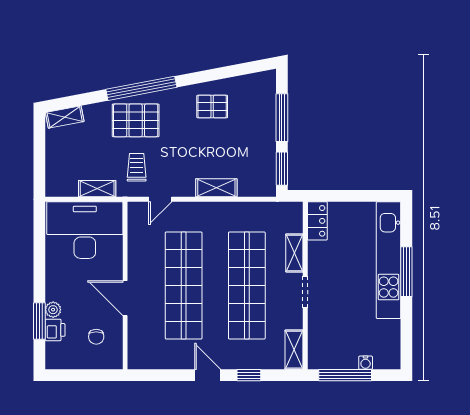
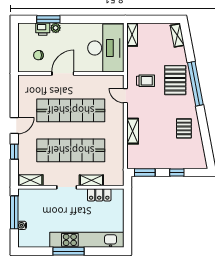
window: (282, 118) -> (177, 172), width x0.46
shelving: (97, 189) -> (132, 35), moved
locker: (317, 221) -> (99, 195), moved
window: (406, 272) -> (68, 251), moved

